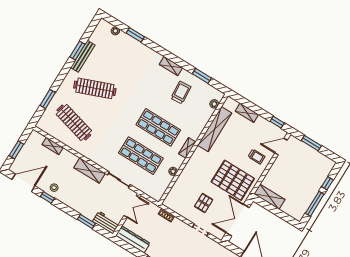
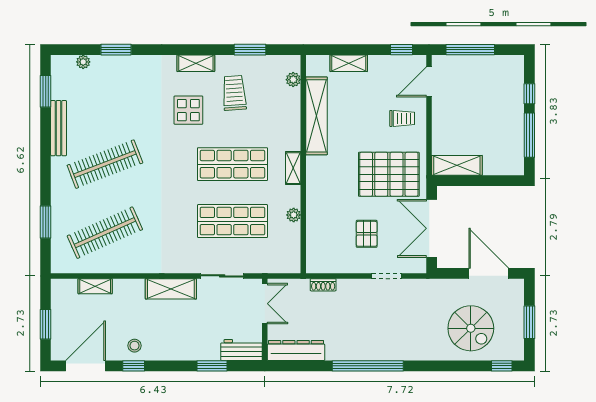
window: (77, 51) -> (46, 91), moved
display table: (153, 87) -> (188, 110), added
clothes rail: (74, 122) -> (105, 233), turned -39
window: (311, 143) -> (470, 50), width x1.44

